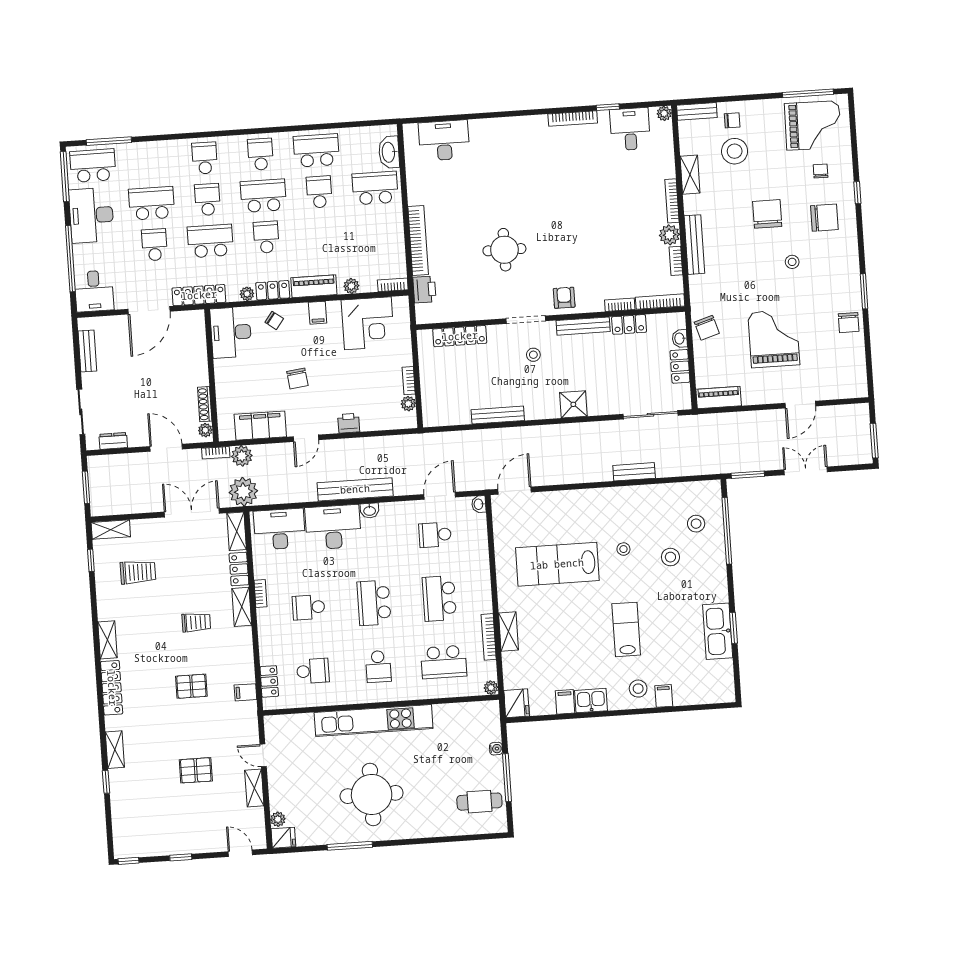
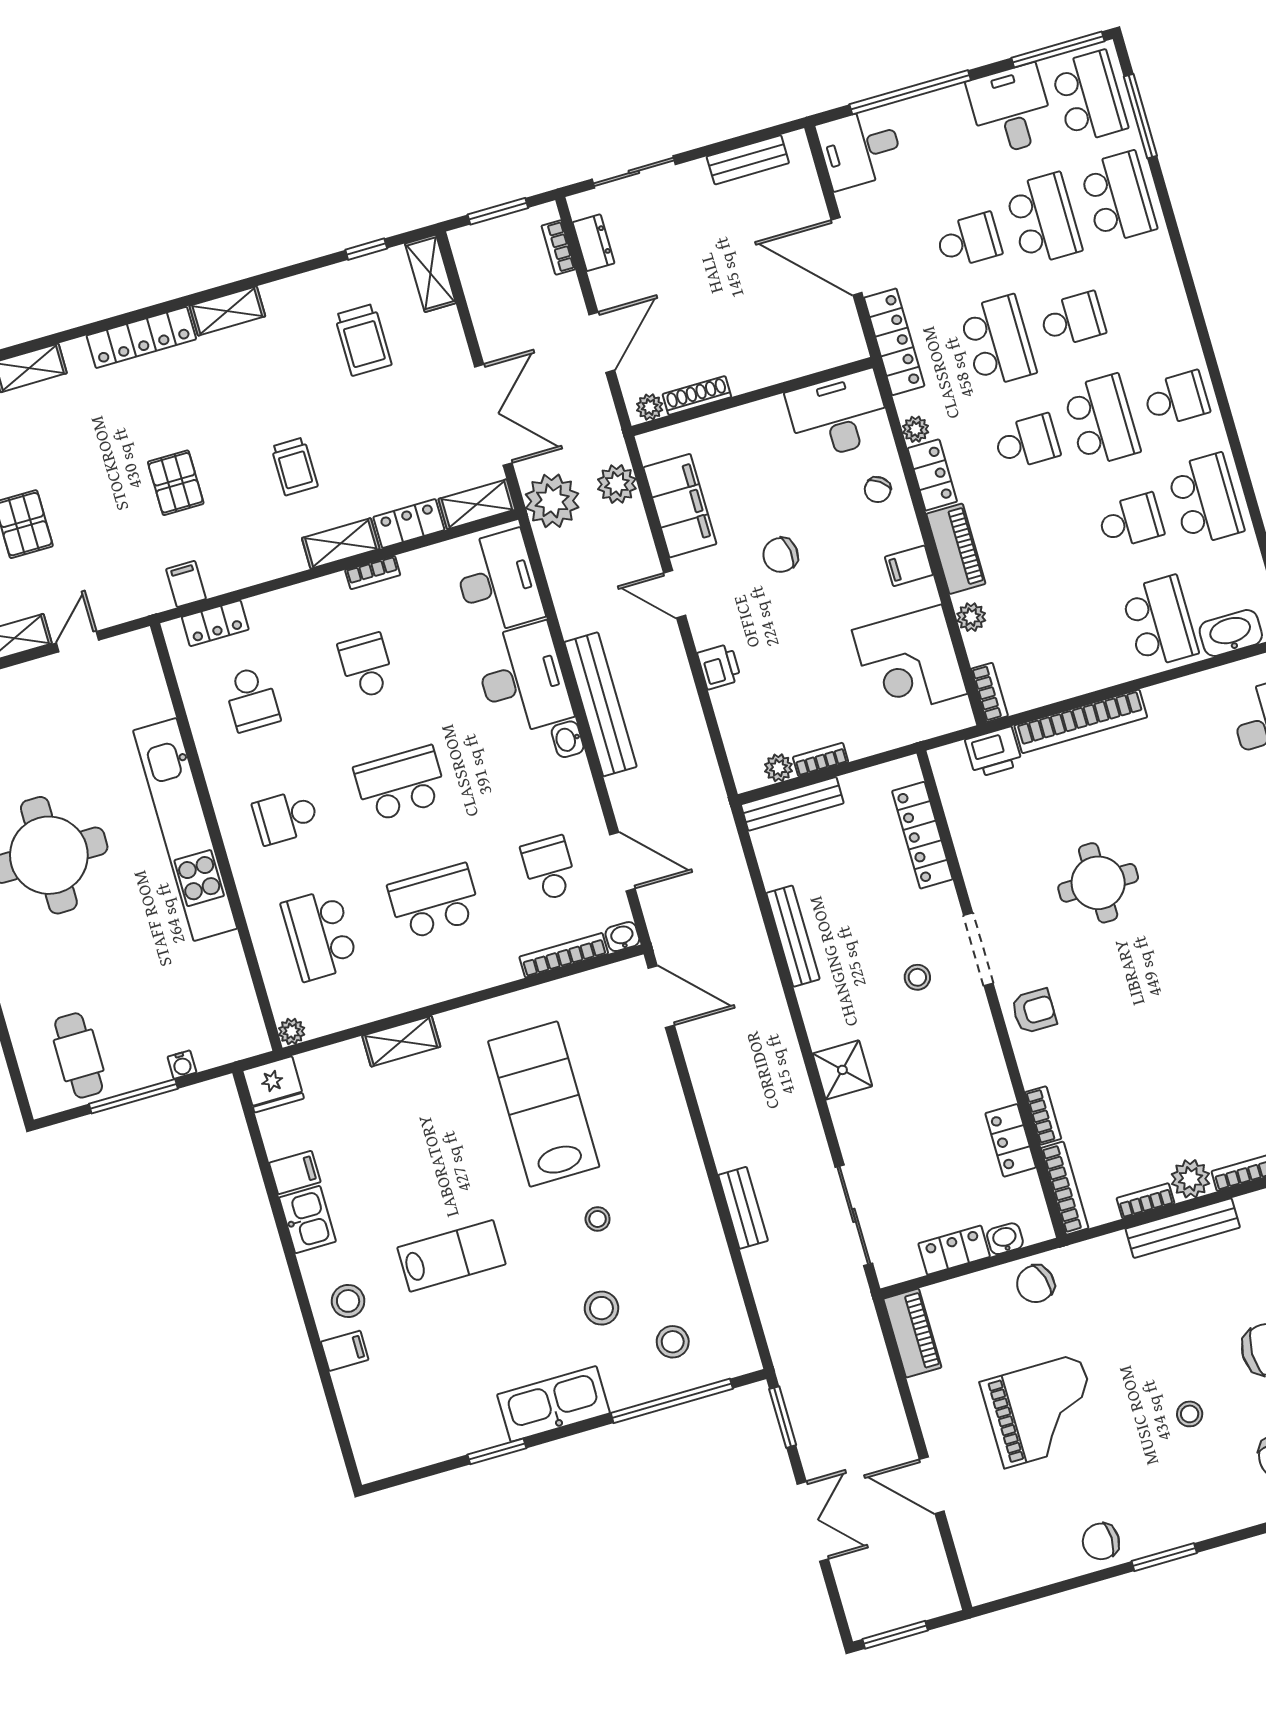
school desk: (205, 158) -> (1118, 197), moved, width x1.85
desk: (91, 215) -> (1011, 110), width x0.73
bench: (583, 326) -> (792, 804), moved, turned 90
bookcase: (216, 453) -> (558, 247), moved
kitchen sink: (718, 631) -> (553, 1404), moved
bookcase: (489, 637) -> (564, 955), moved

